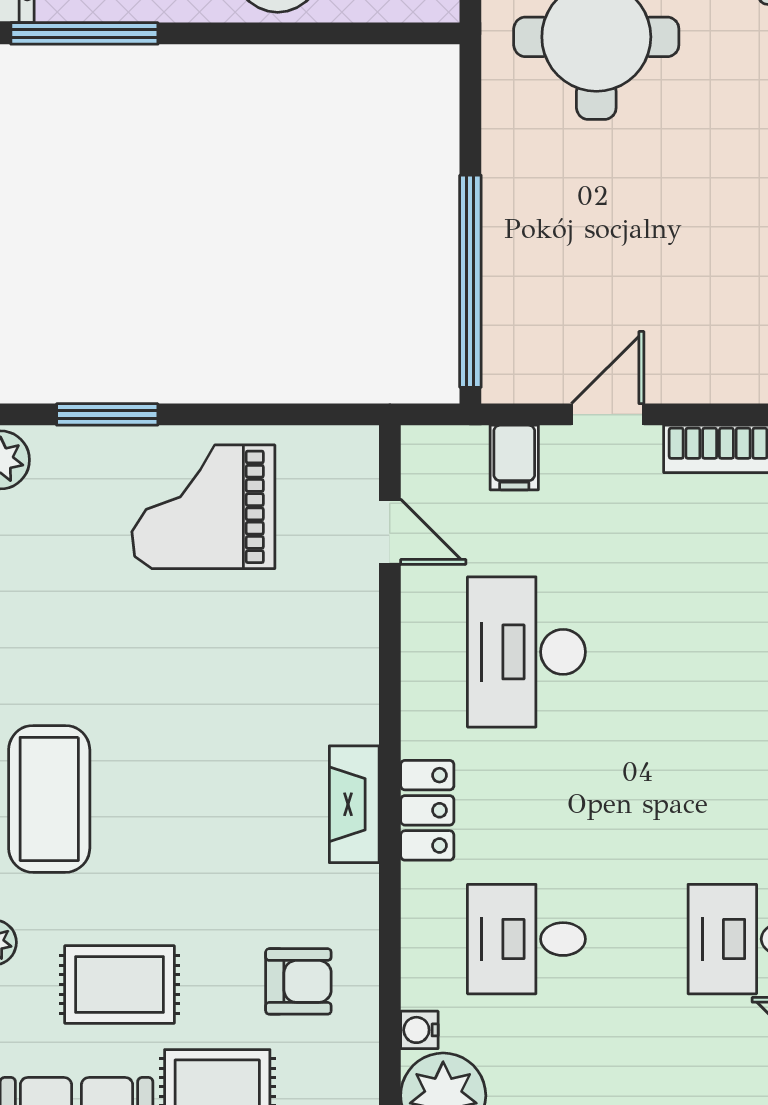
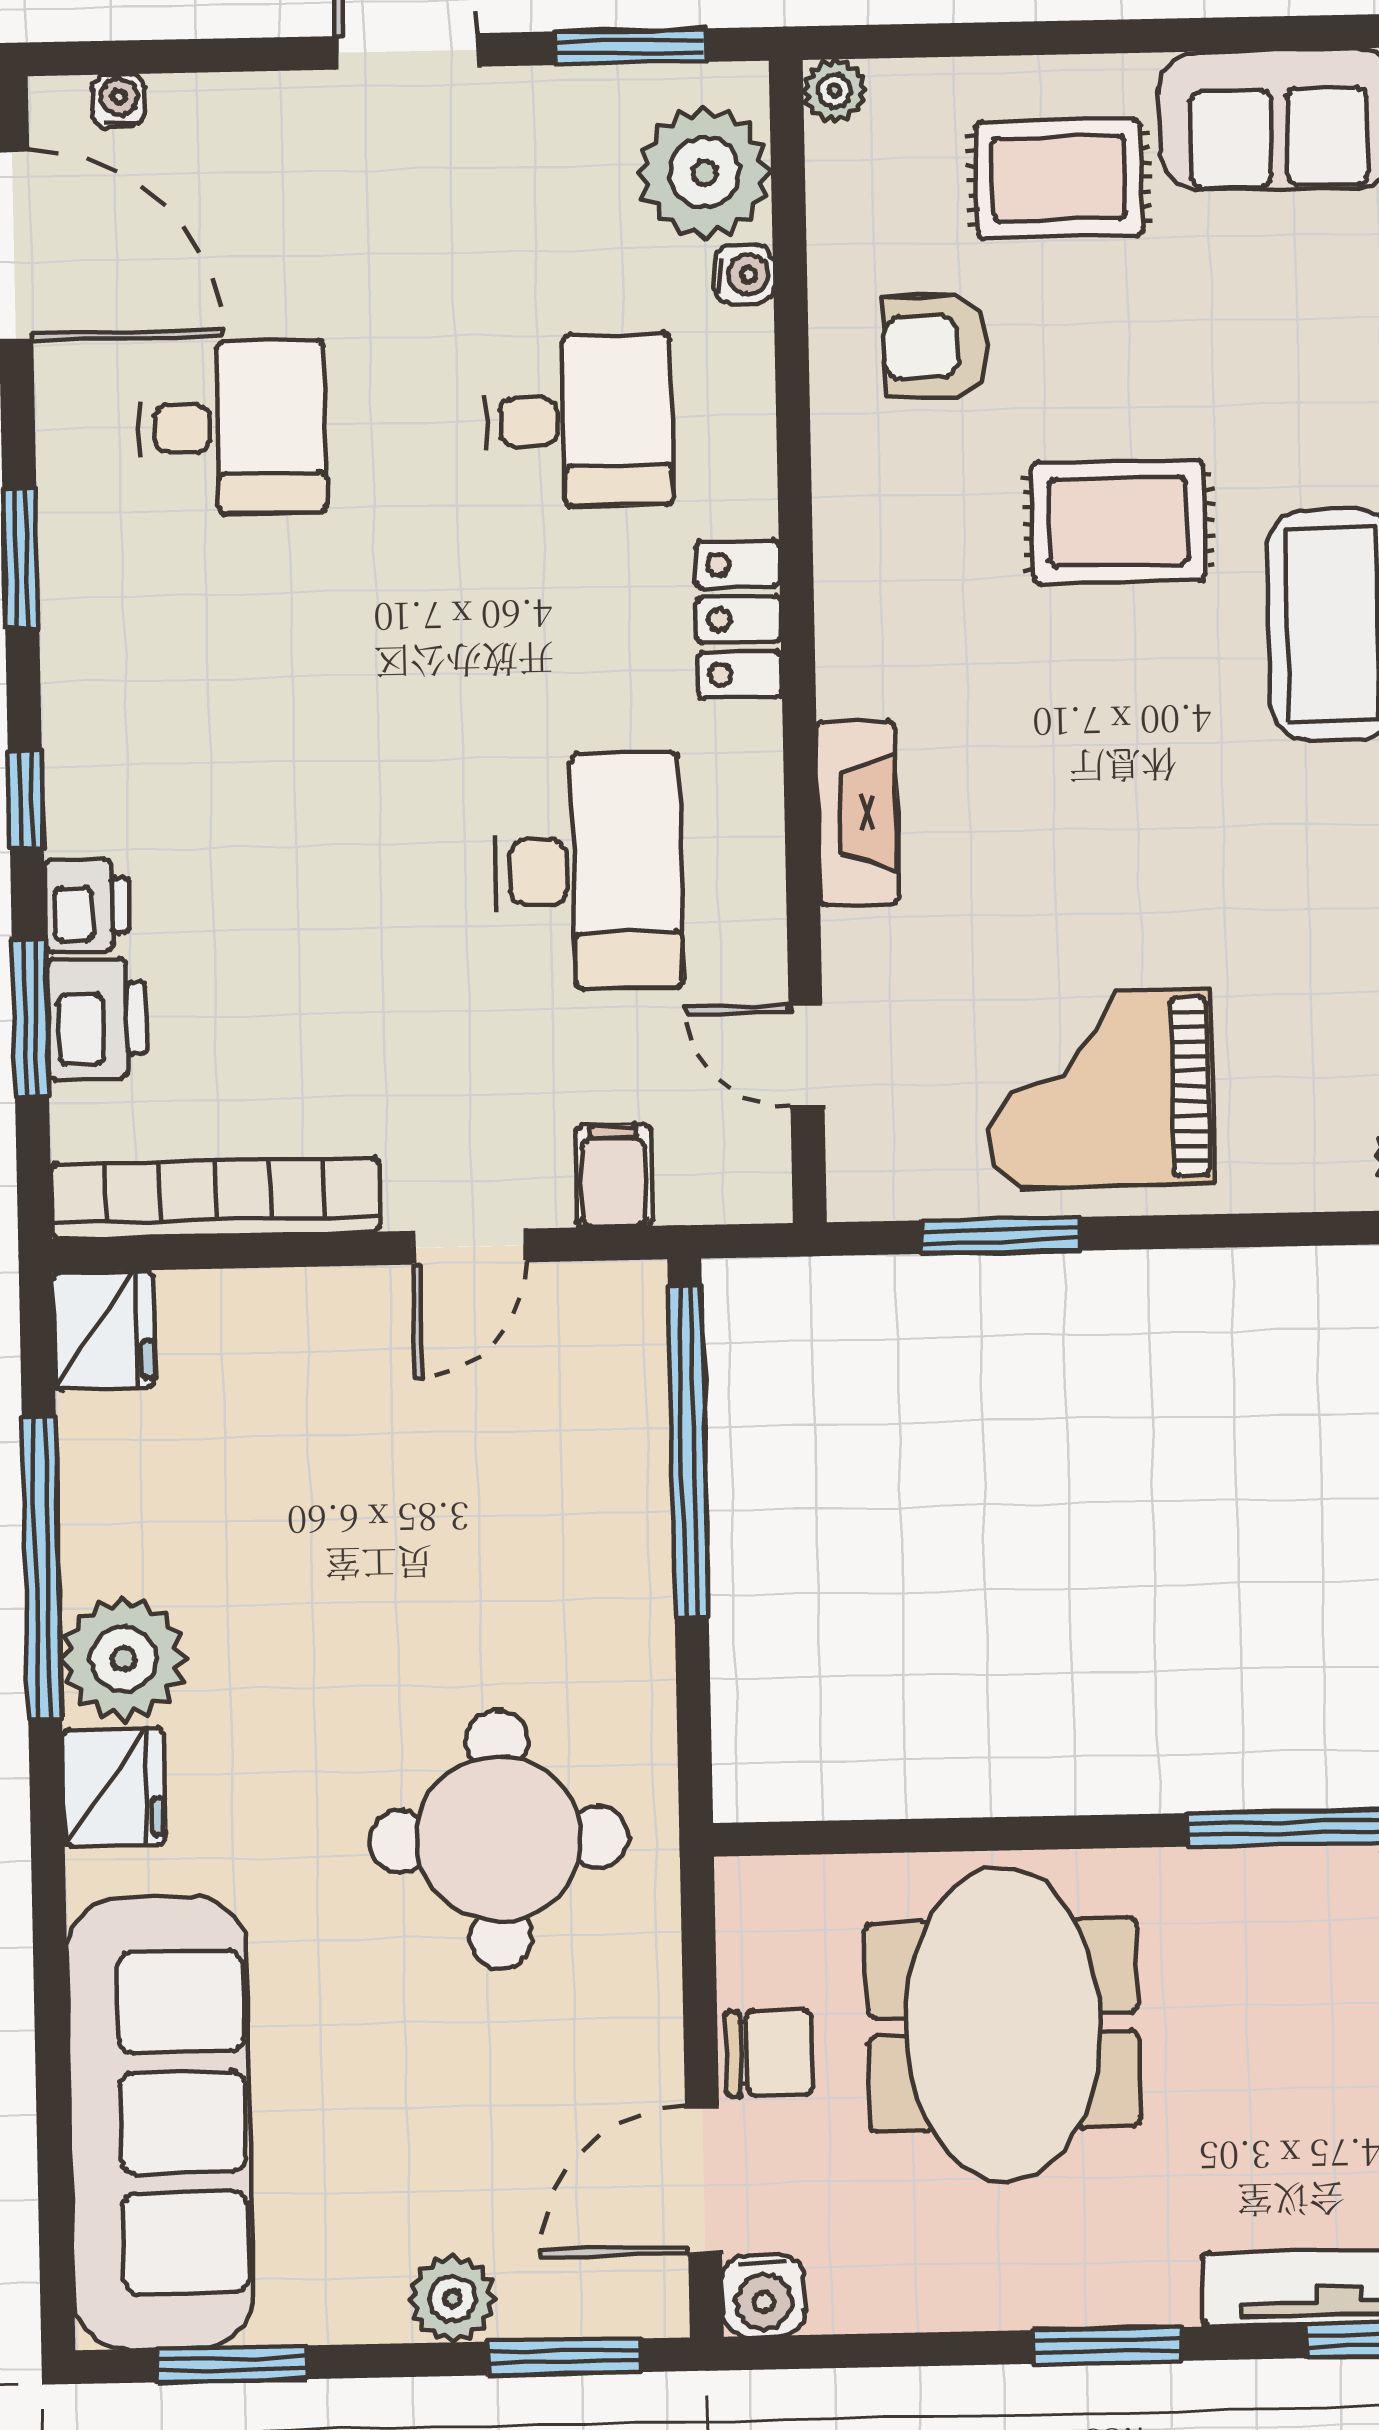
window: (107, 414) -> (1001, 1235), moved
grand piano: (203, 507) -> (1100, 1088), turned 180
fireplace: (354, 804) -> (857, 813), moved
rug: (119, 985) -> (1118, 522), moved

